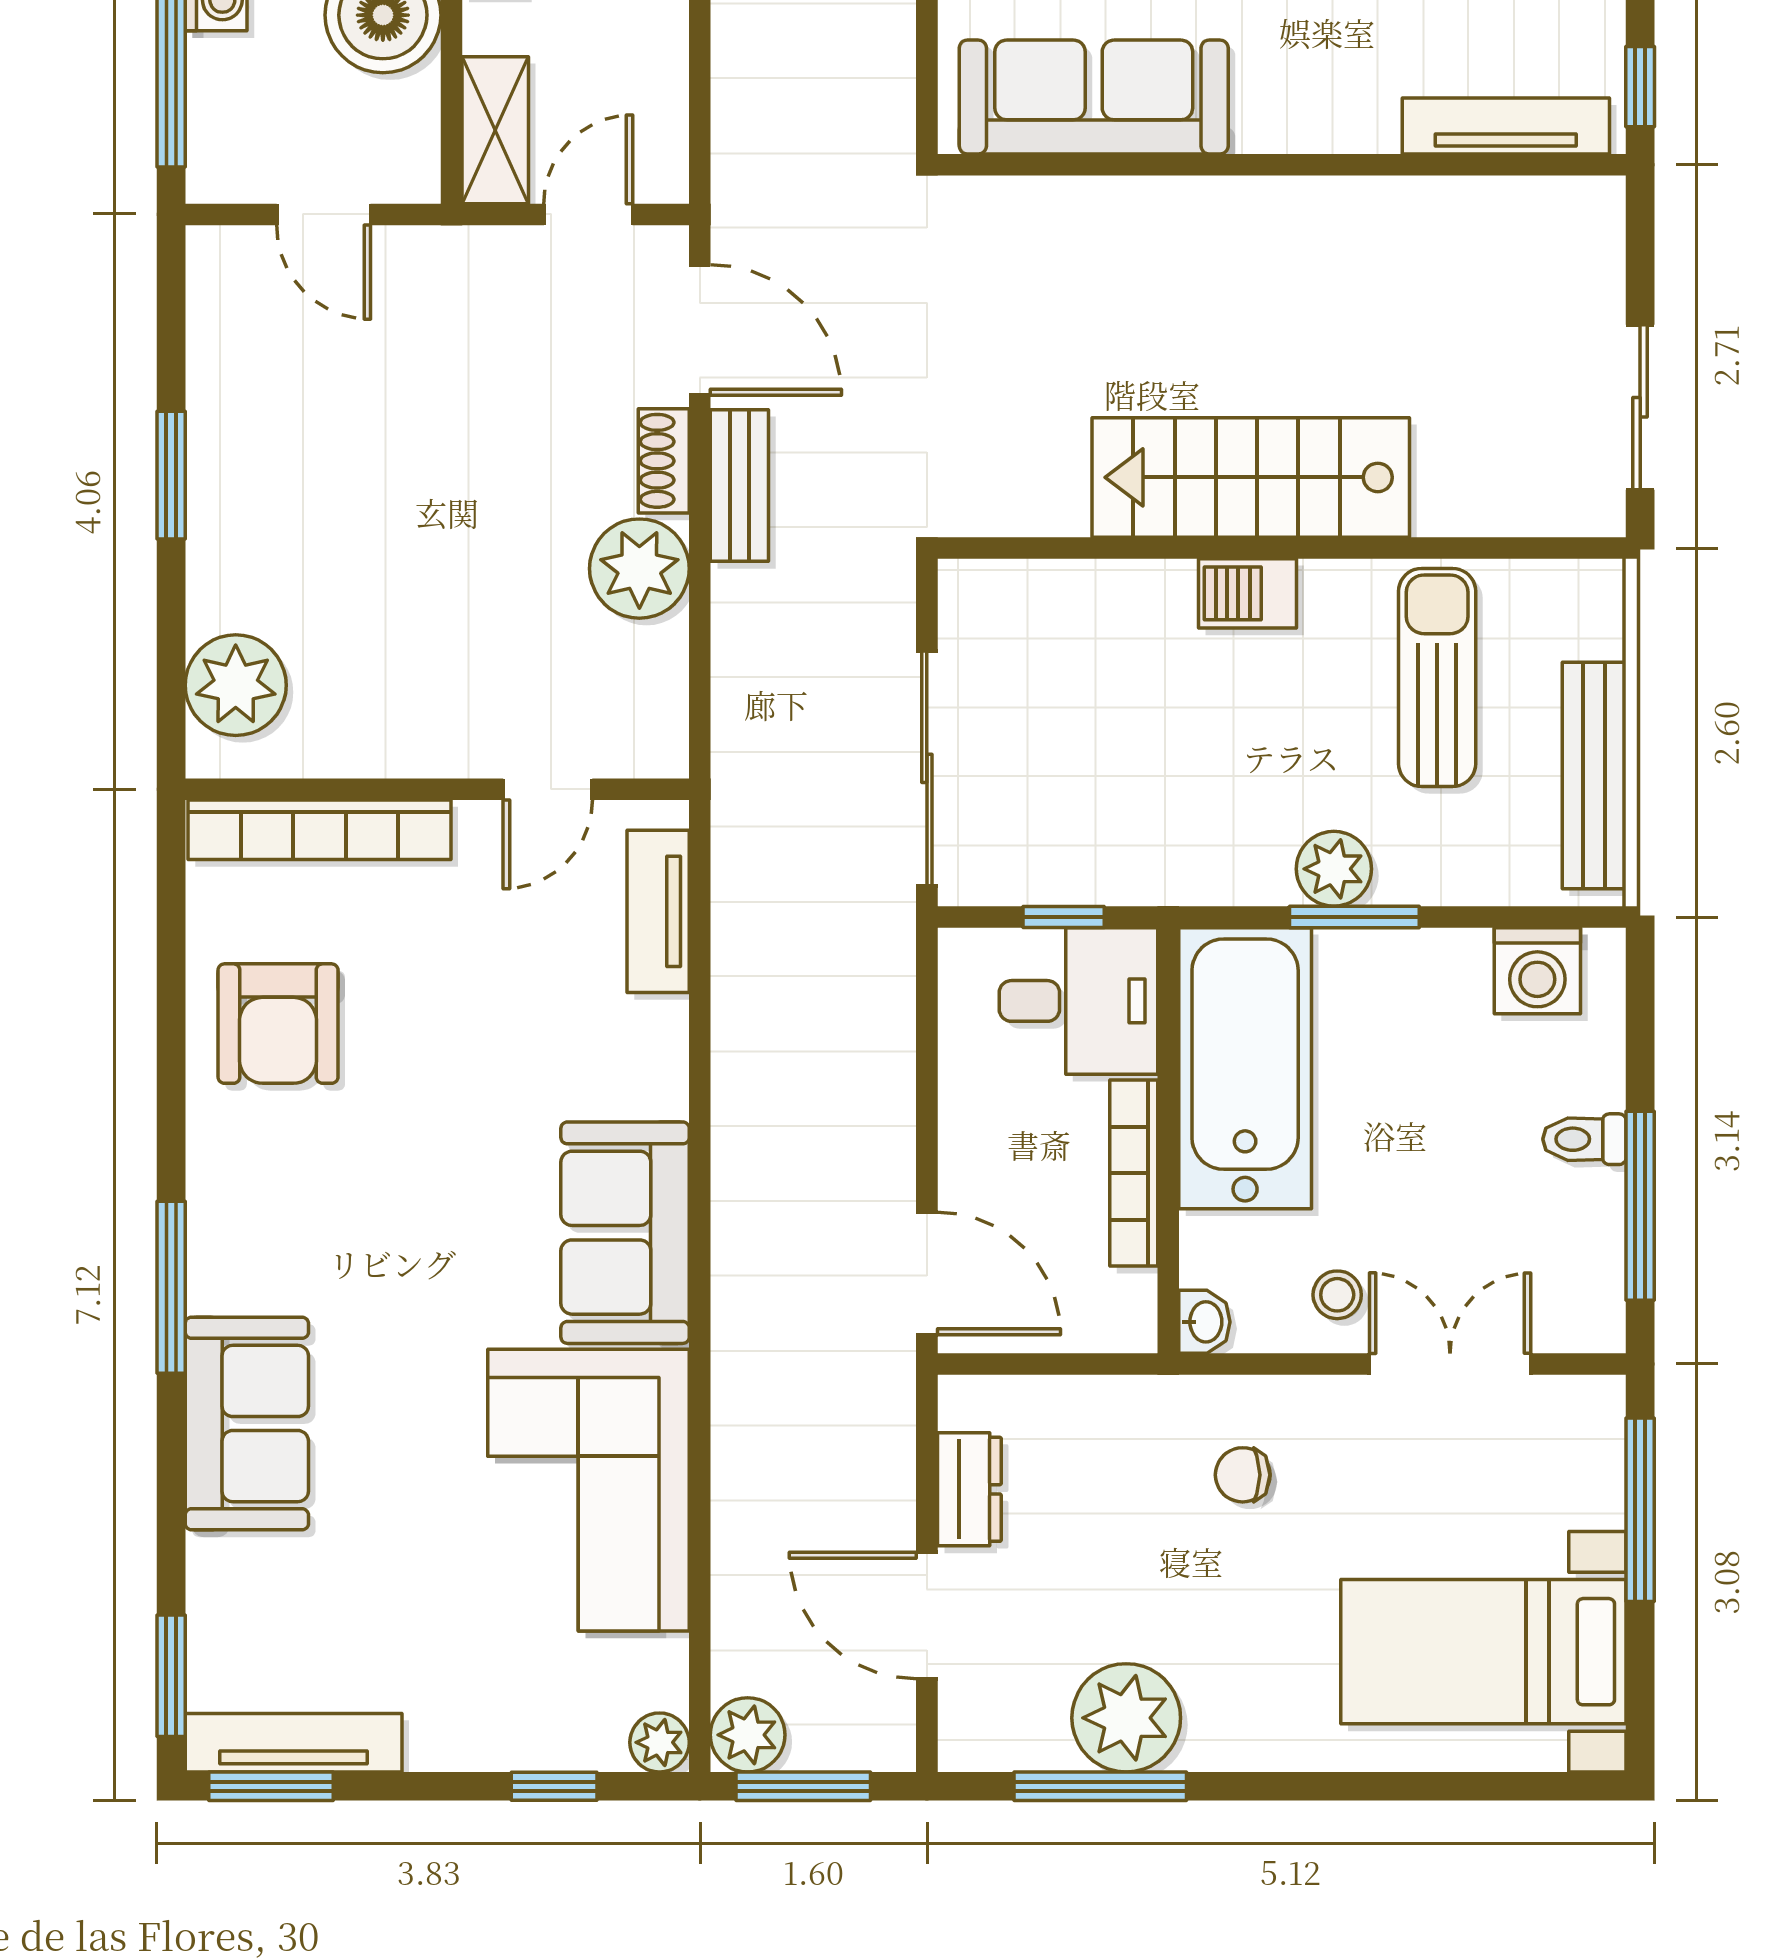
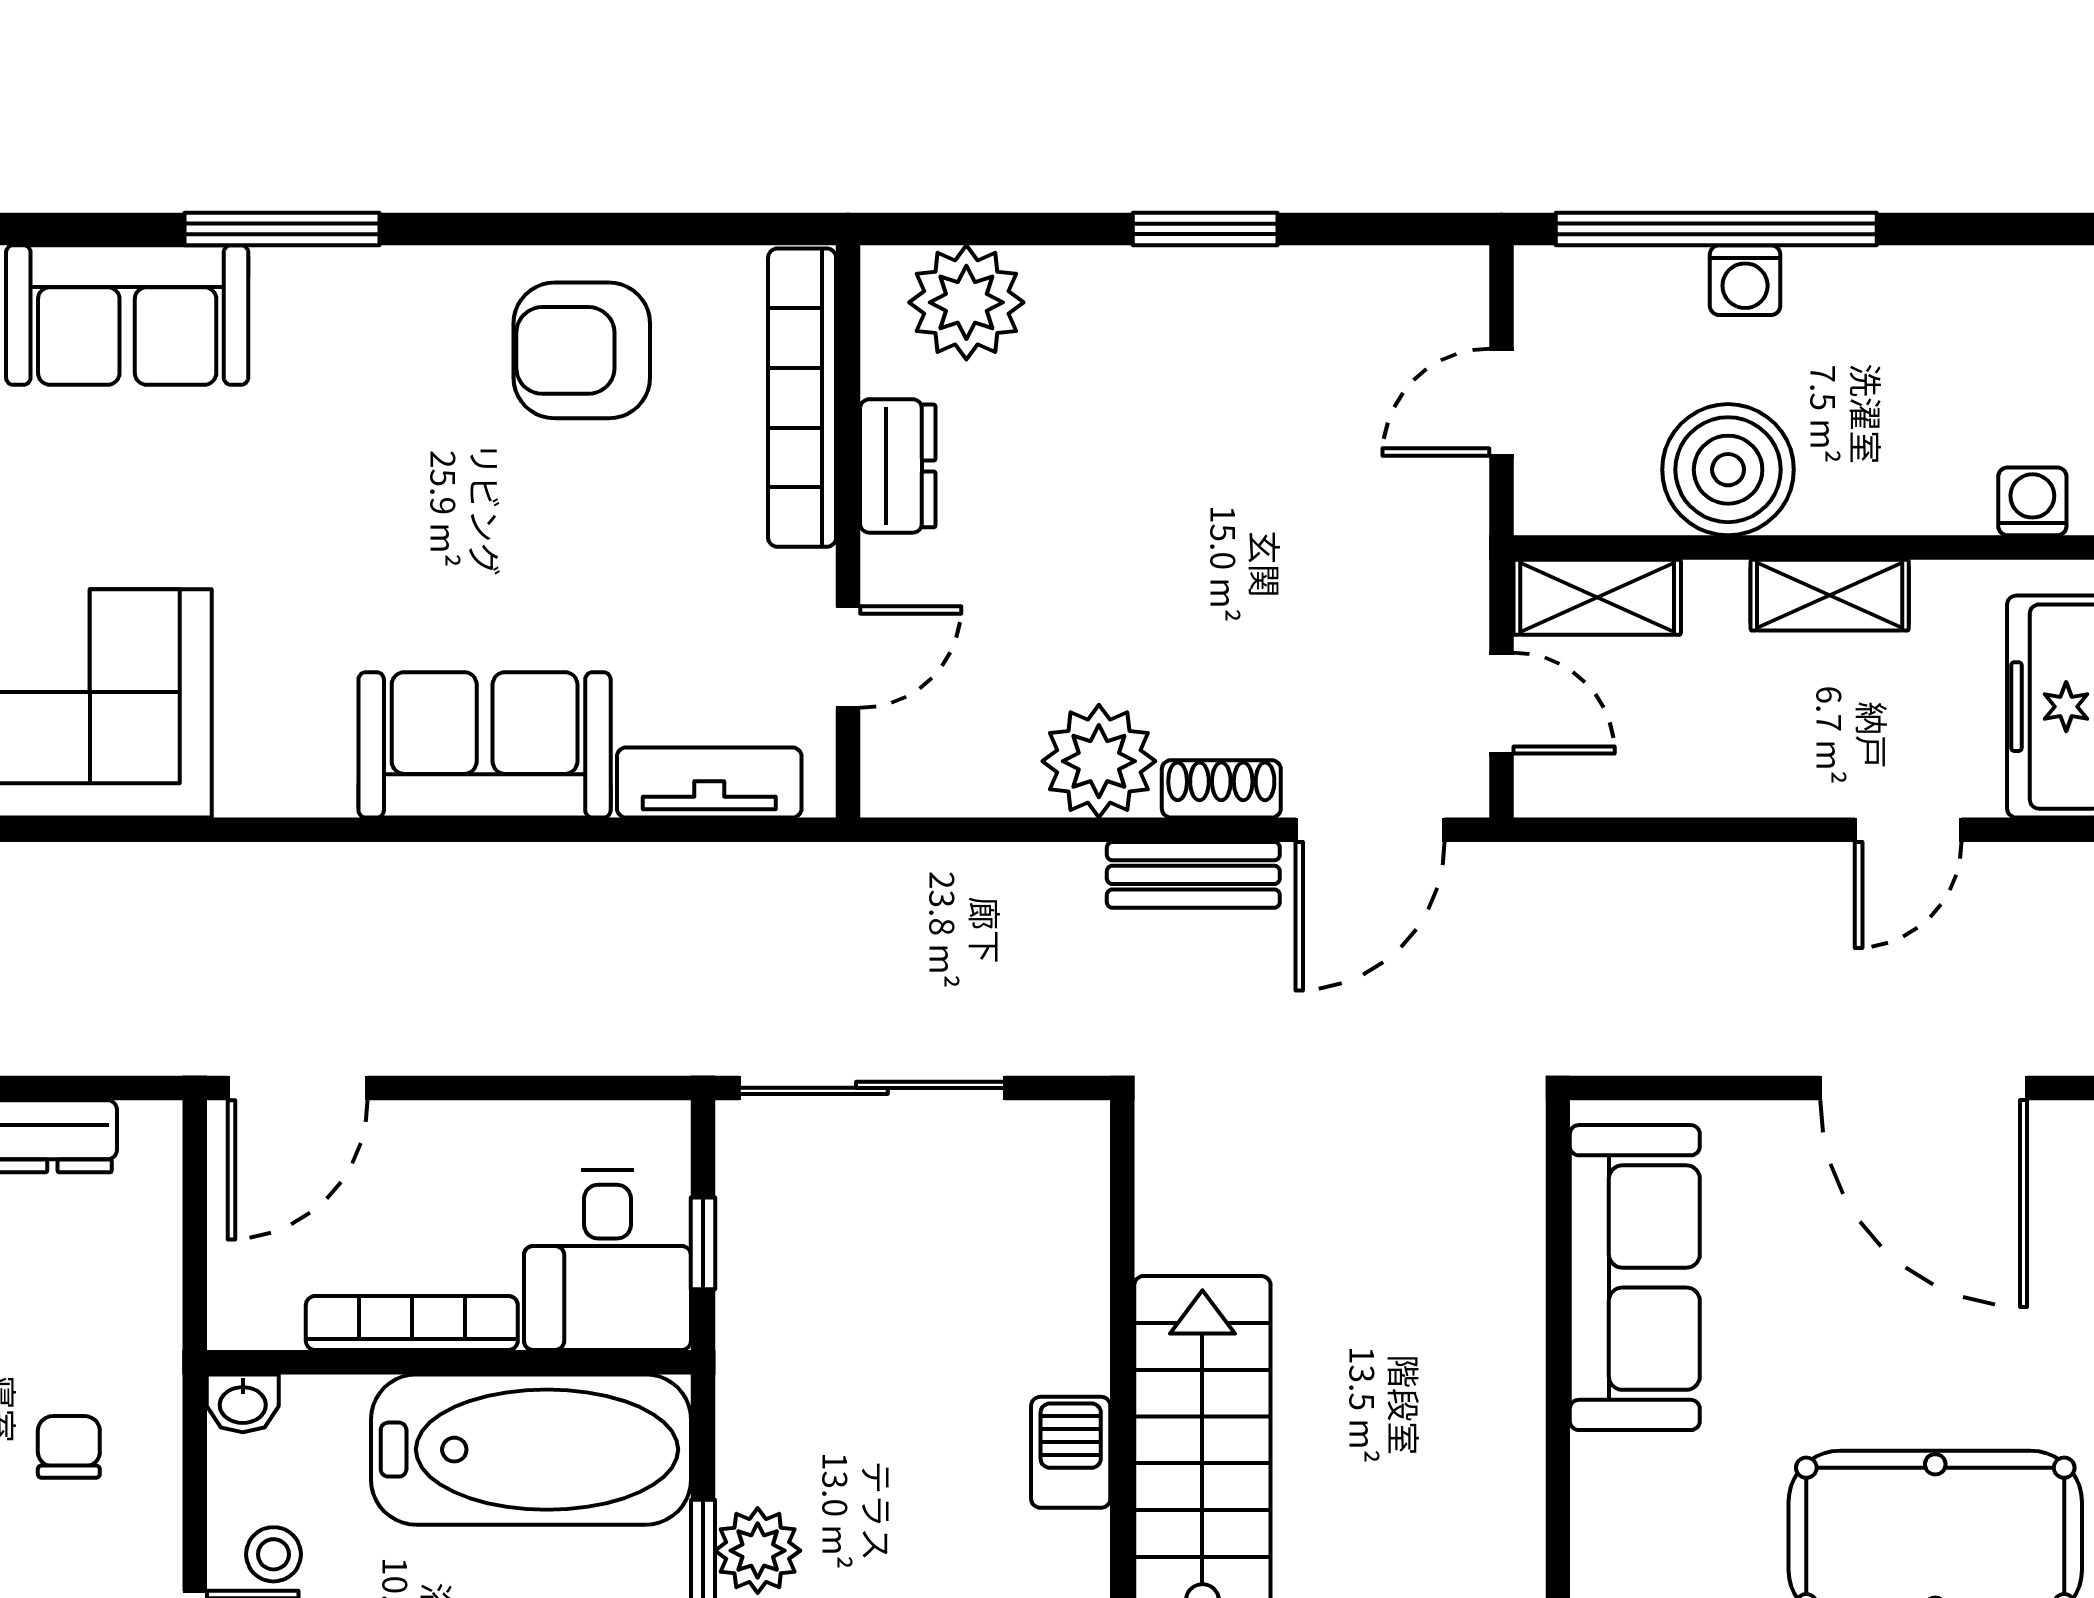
dresser: (380, 745) -> (898, 466), added
door: (548, 789) -> (848, 657), swing flipped
sofa: (625, 1233) -> (485, 745), moved

